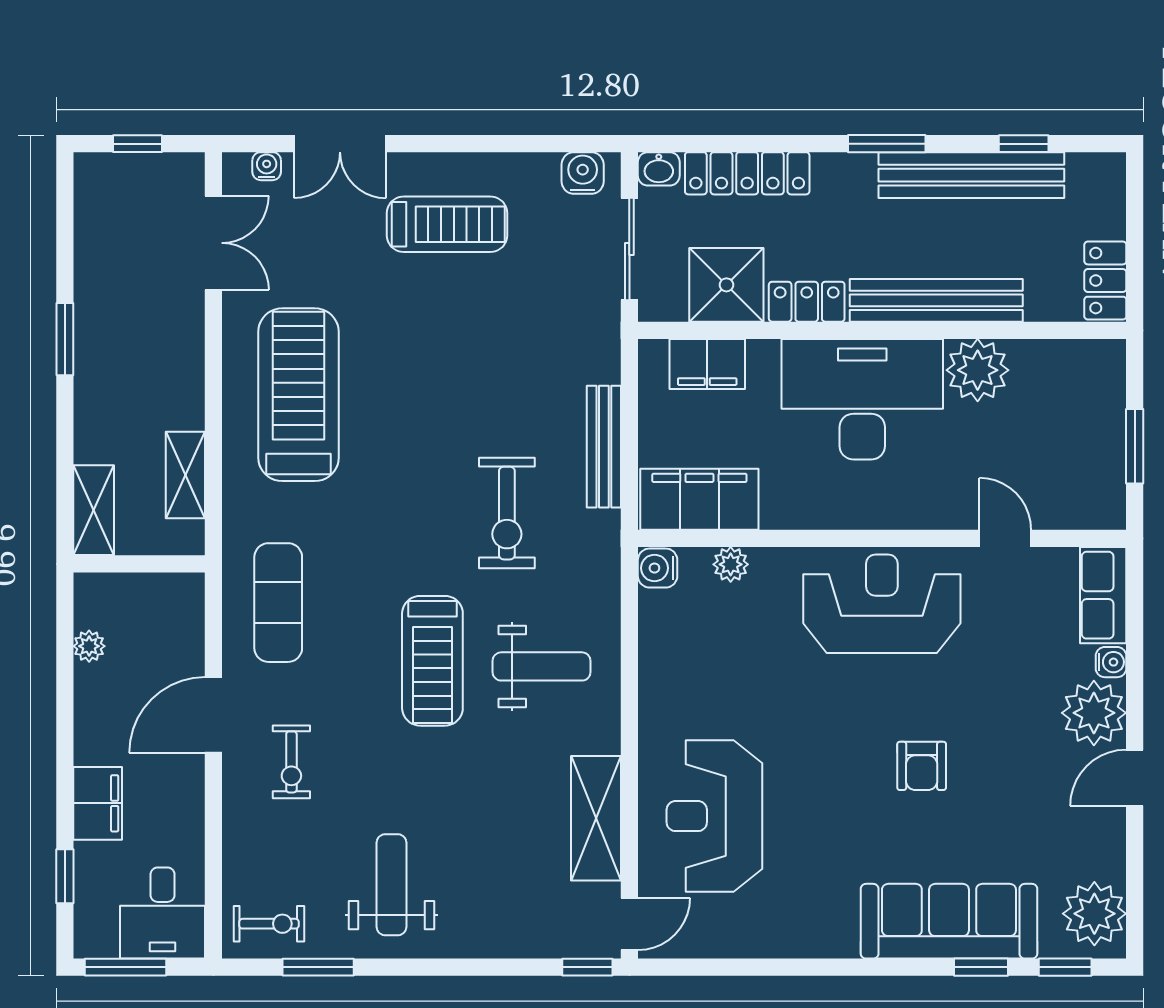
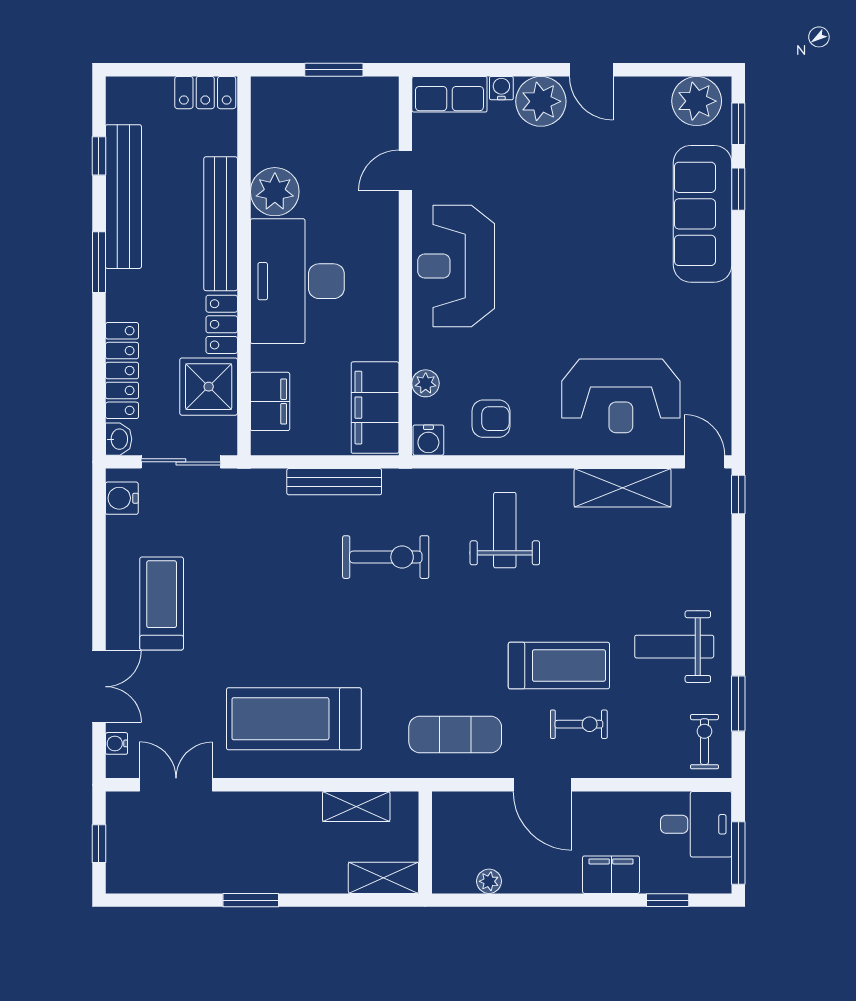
treadmill: (432, 661) -> (559, 666), moved
armchair: (922, 766) -> (491, 419), moved

